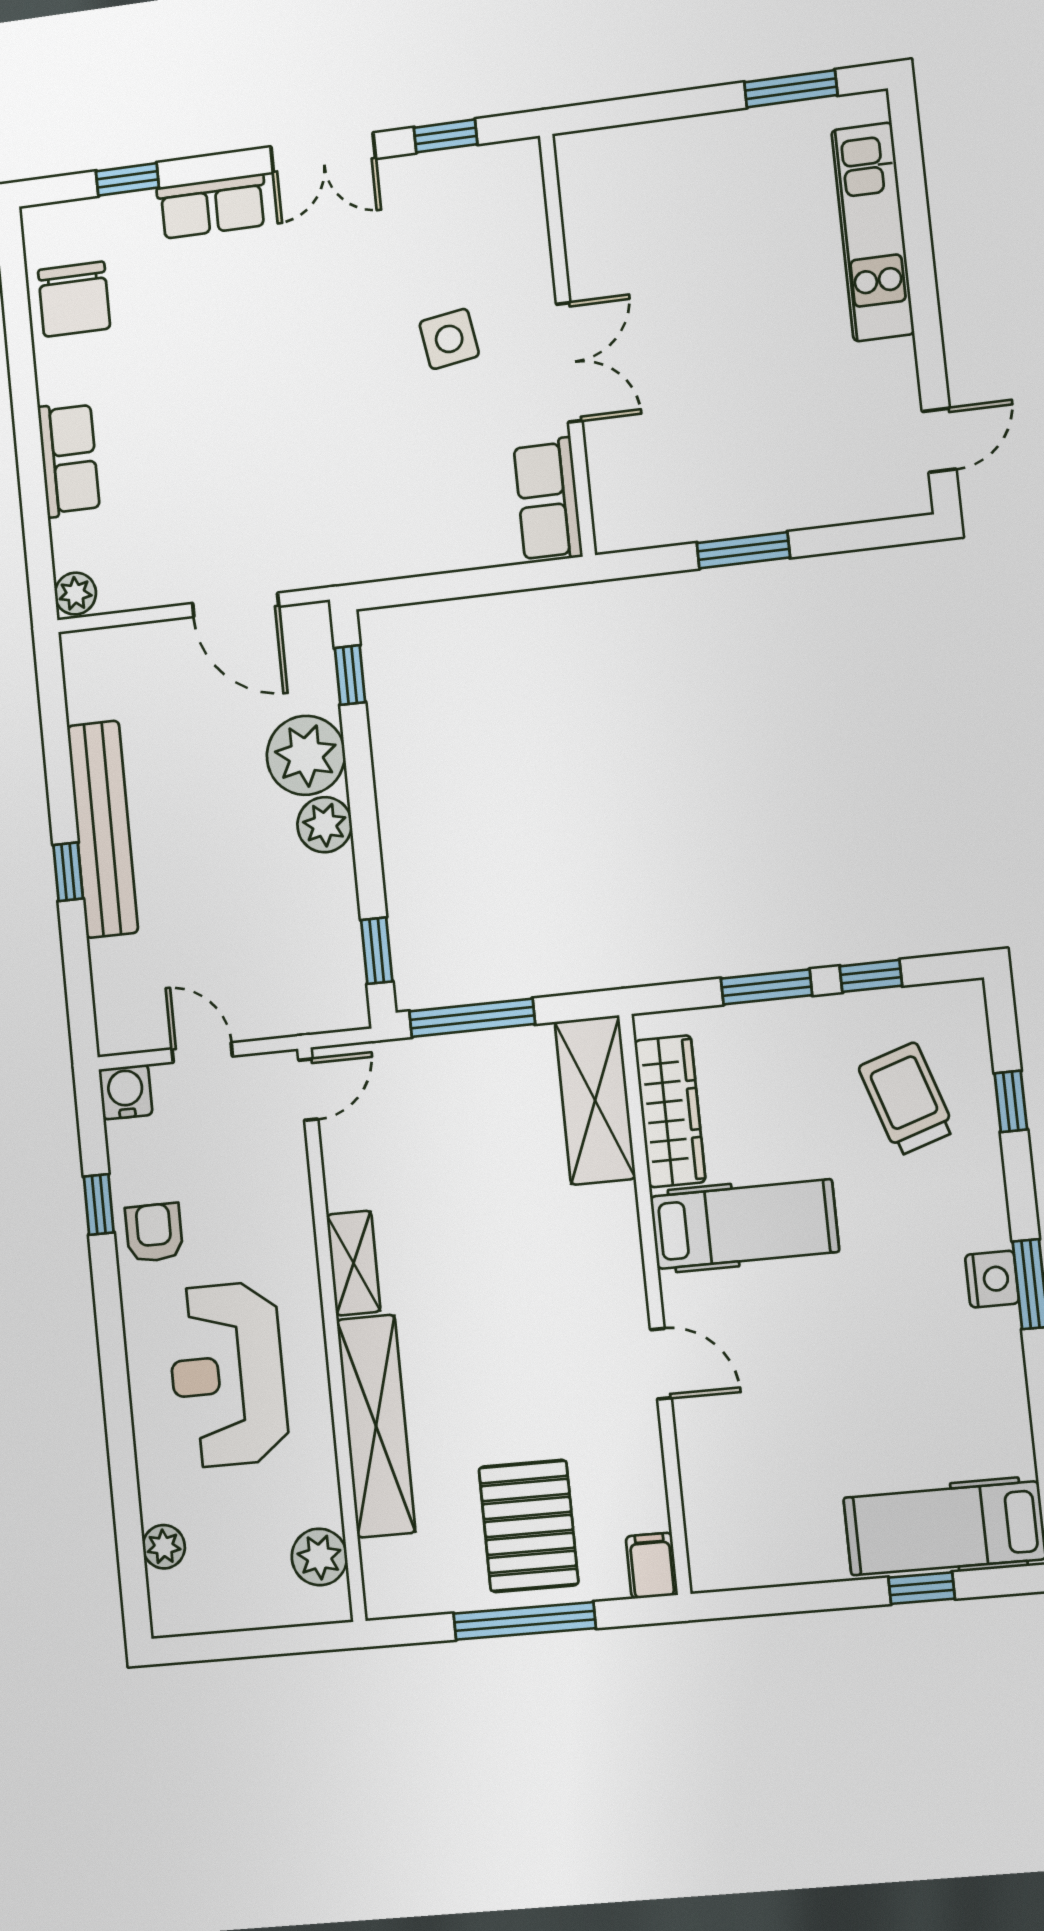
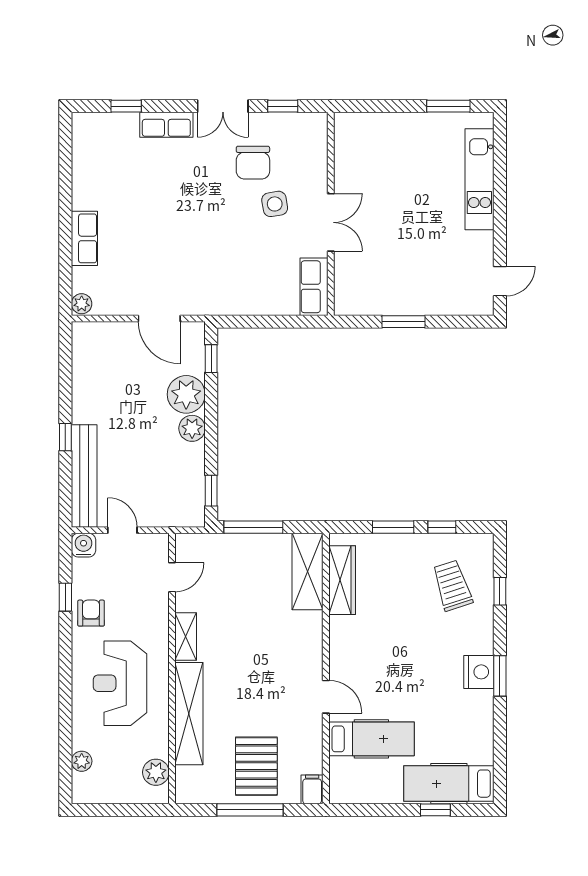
chair: (74, 299) -> (253, 163), moved
bench: (103, 829) -> (84, 476), moved
door: (308, 1090) -> (172, 577), moved
hospital bed: (744, 1224) -> (371, 739), moved
nightstand: (992, 1279) -> (479, 672), width x1.36, depth x1.33

